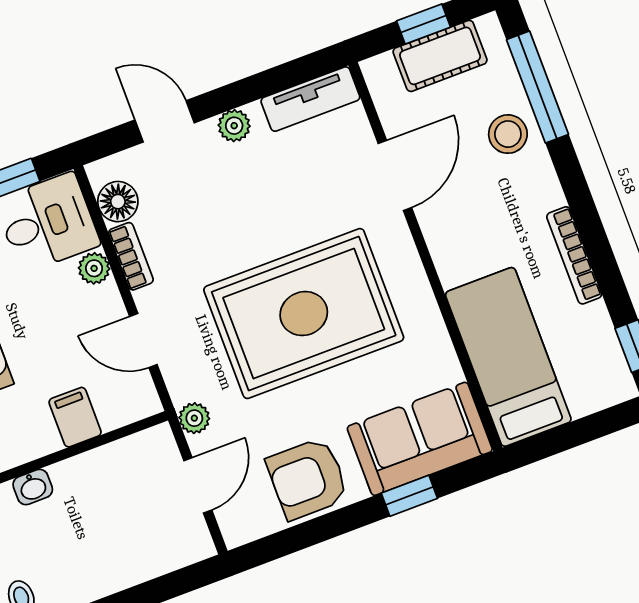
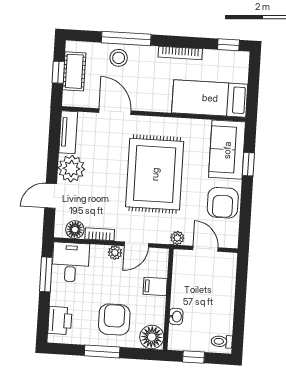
window: (537, 87) -> (126, 38), moved
plant: (234, 126) -> (71, 169), width x1.88, depth x1.88
plant: (94, 268) -> (115, 253), moved

